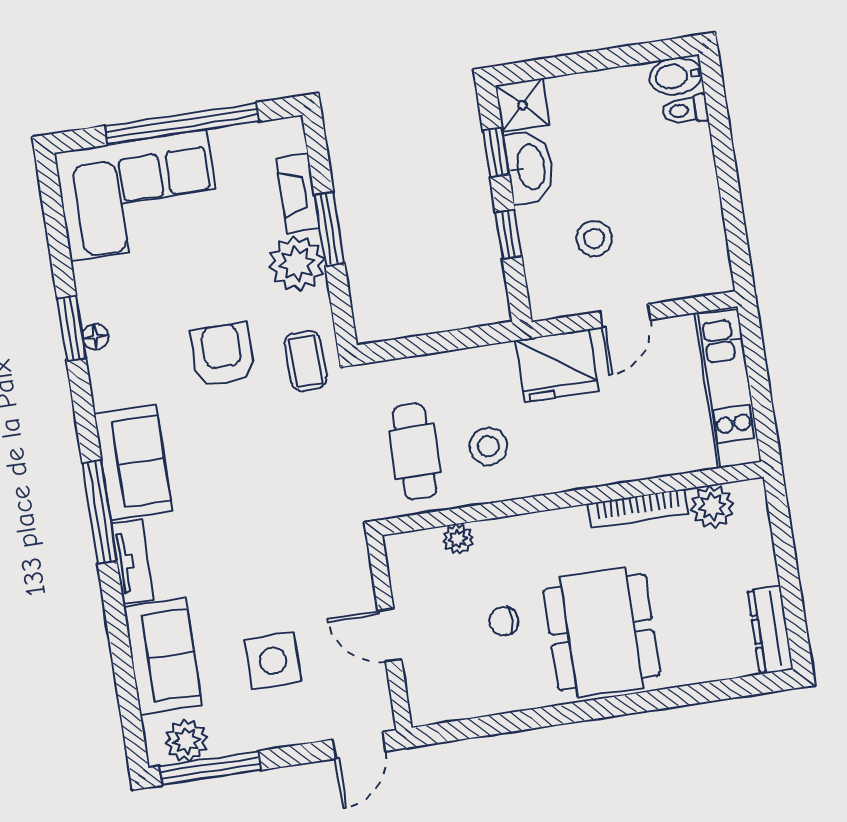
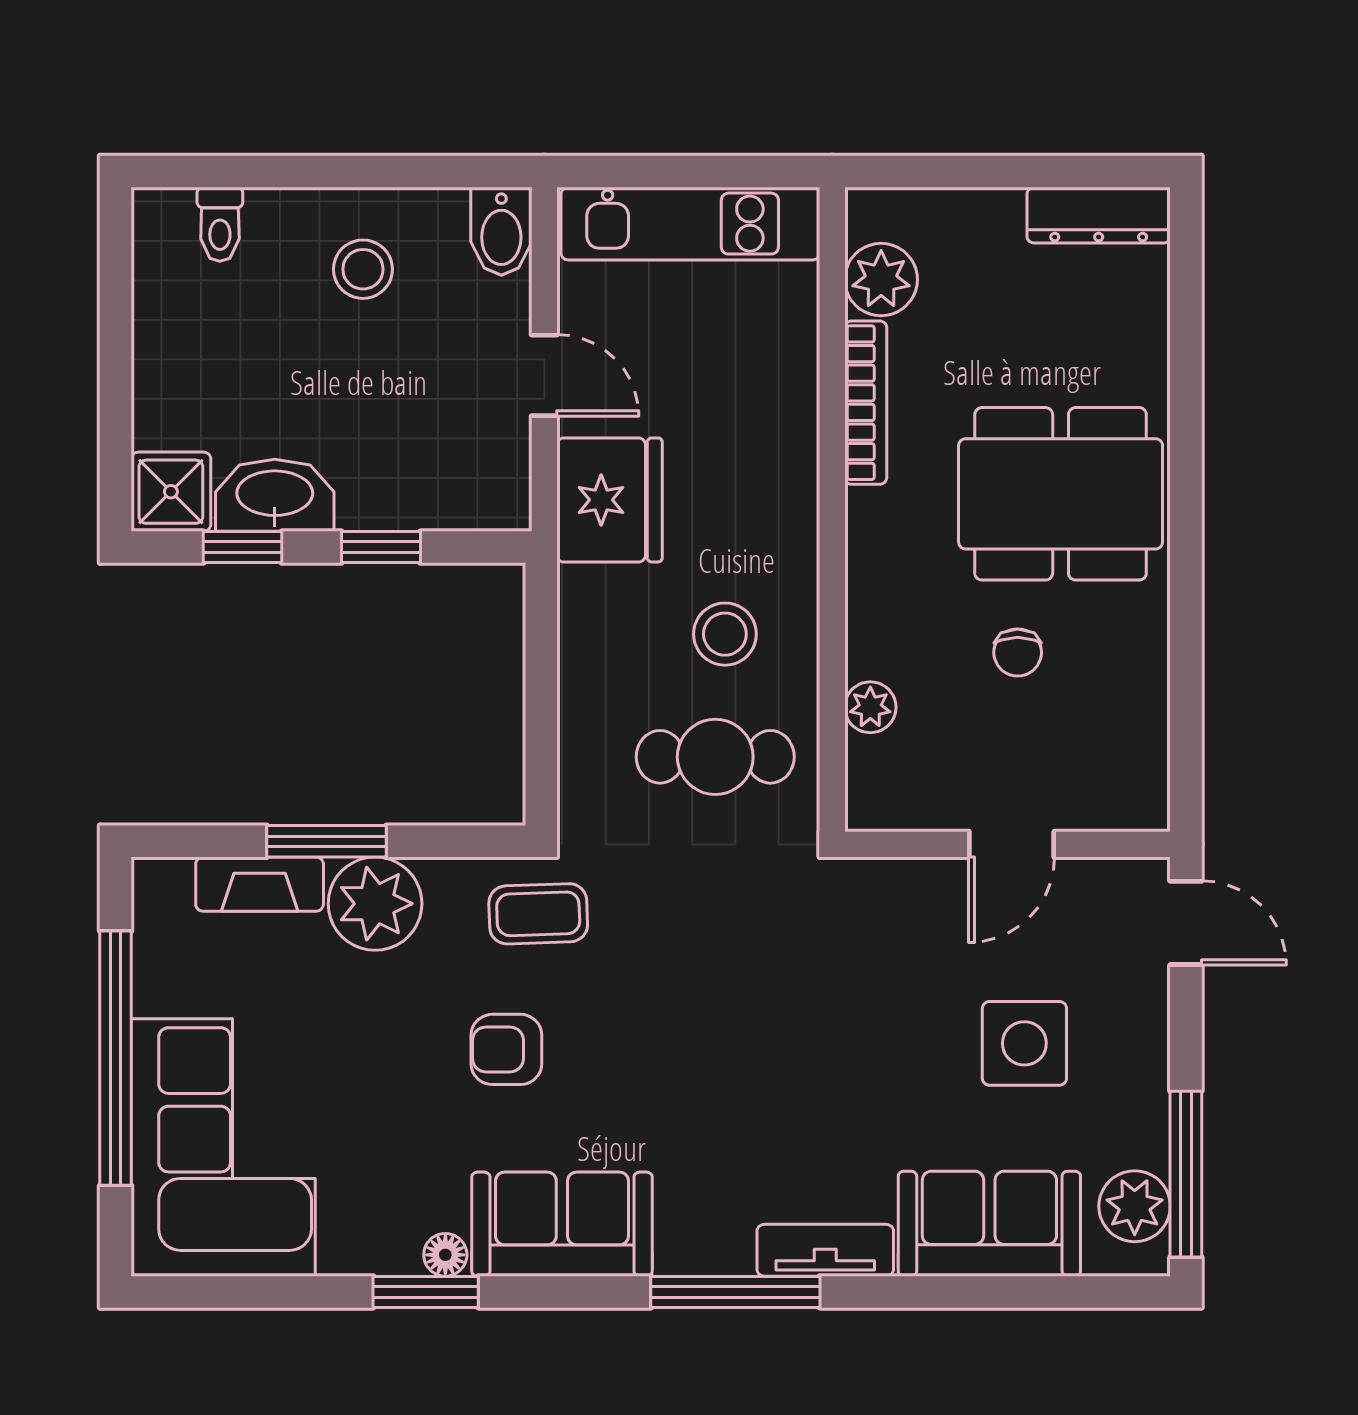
bidet: (676, 76) -> (501, 231), moved
stool: (594, 239) -> (363, 269), moved
armchair: (222, 354) -> (506, 1049), width x0.72, depth x0.72
sofa: (133, 462) -> (562, 1224), moved

